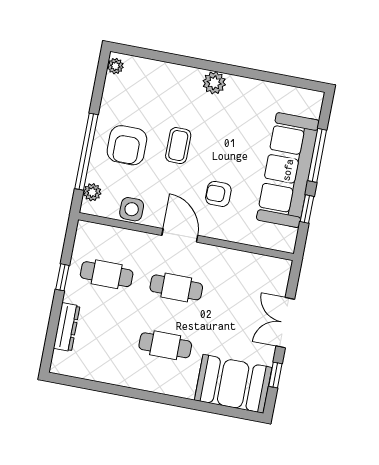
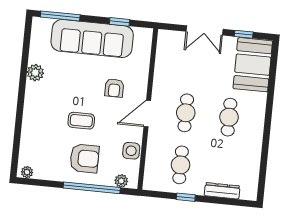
plant: (214, 83) -> (35, 73), moved
window: (317, 155) -> (60, 16), moved

